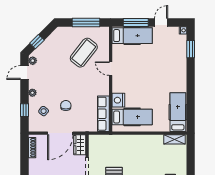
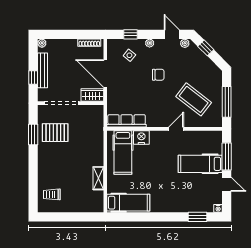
hospital bed: (132, 36) -> (200, 164), moved, turned 90
chair: (66, 106) -> (158, 75), moved
shelving: (175, 139) -> (98, 178), moved

